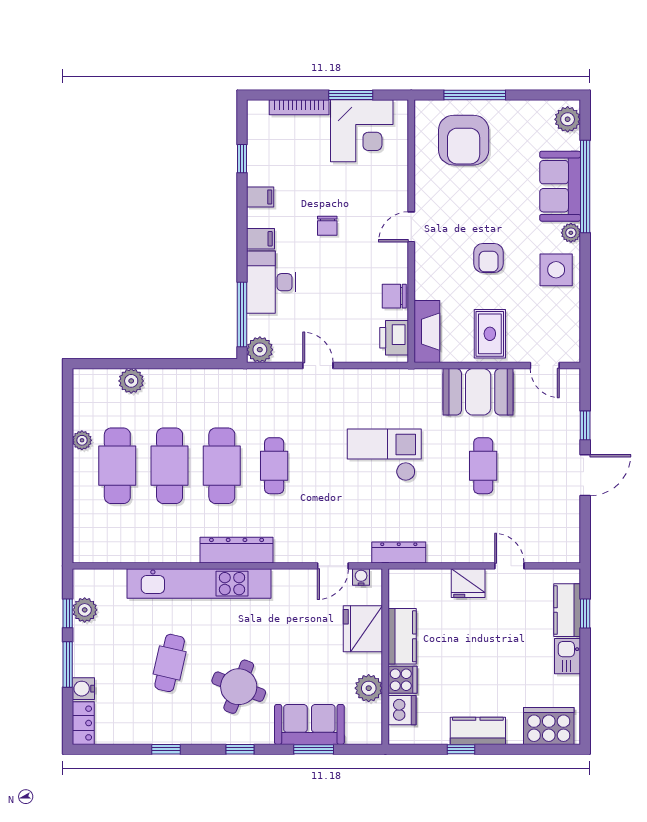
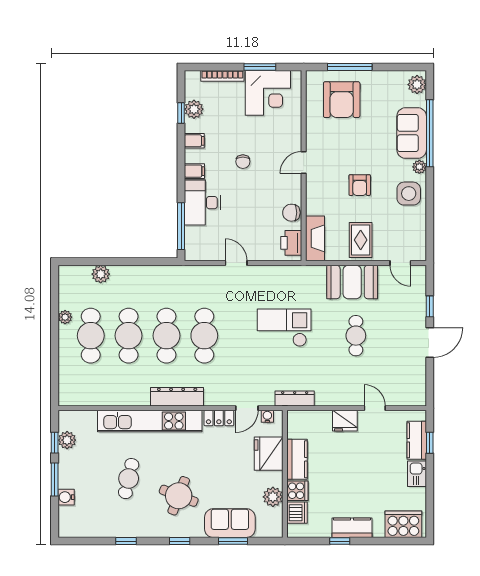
plant: (260, 350) -> (194, 109), moved
cafe table: (274, 466) -> (204, 336), width x1.37, depth x1.35
locker: (83, 723) -> (219, 418), moved, turned 90

